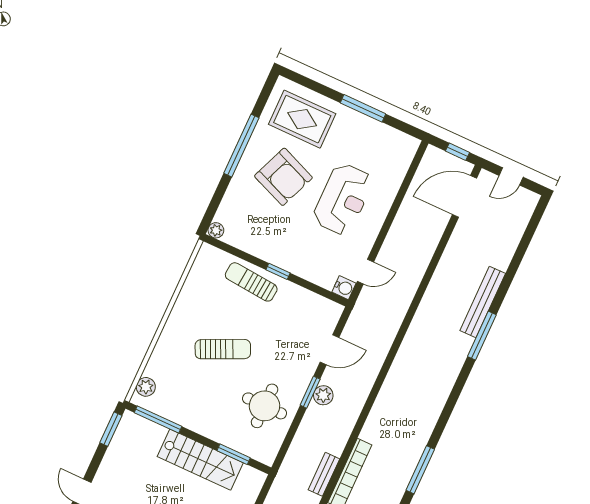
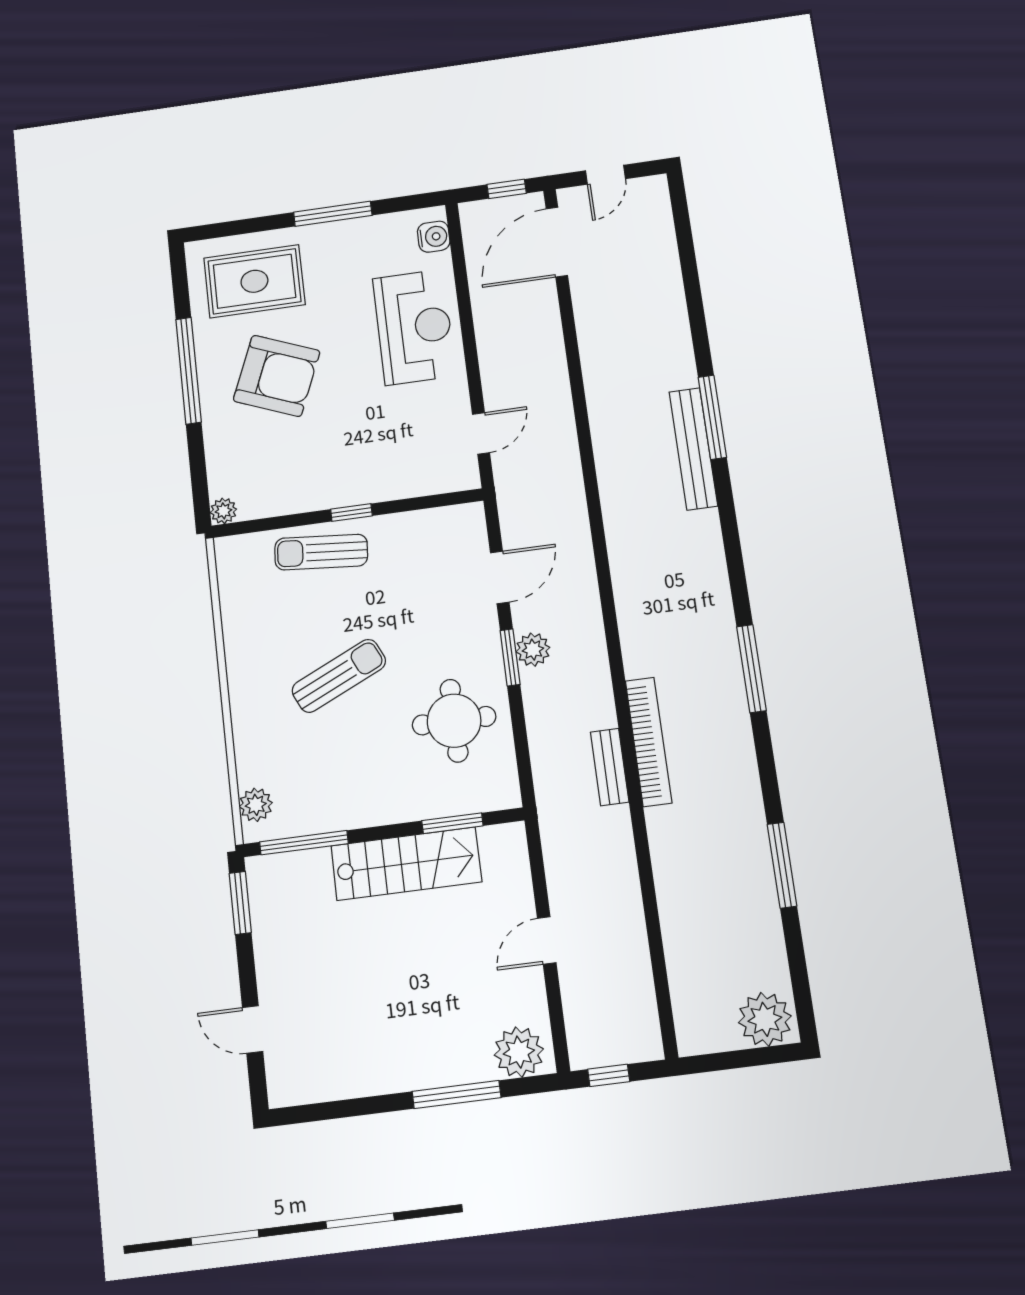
reception desk: (343, 199) -> (414, 327), moved
water cooler: (344, 288) -> (434, 237), moved
bench: (483, 302) -> (693, 449), moved

